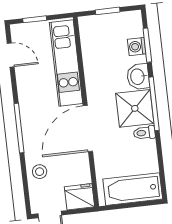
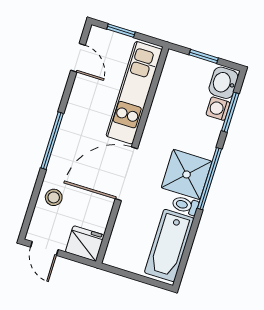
washbasin: (138, 77) -> (223, 83), moved
bathtub: (133, 189) -> (169, 245), moved, turned -90

